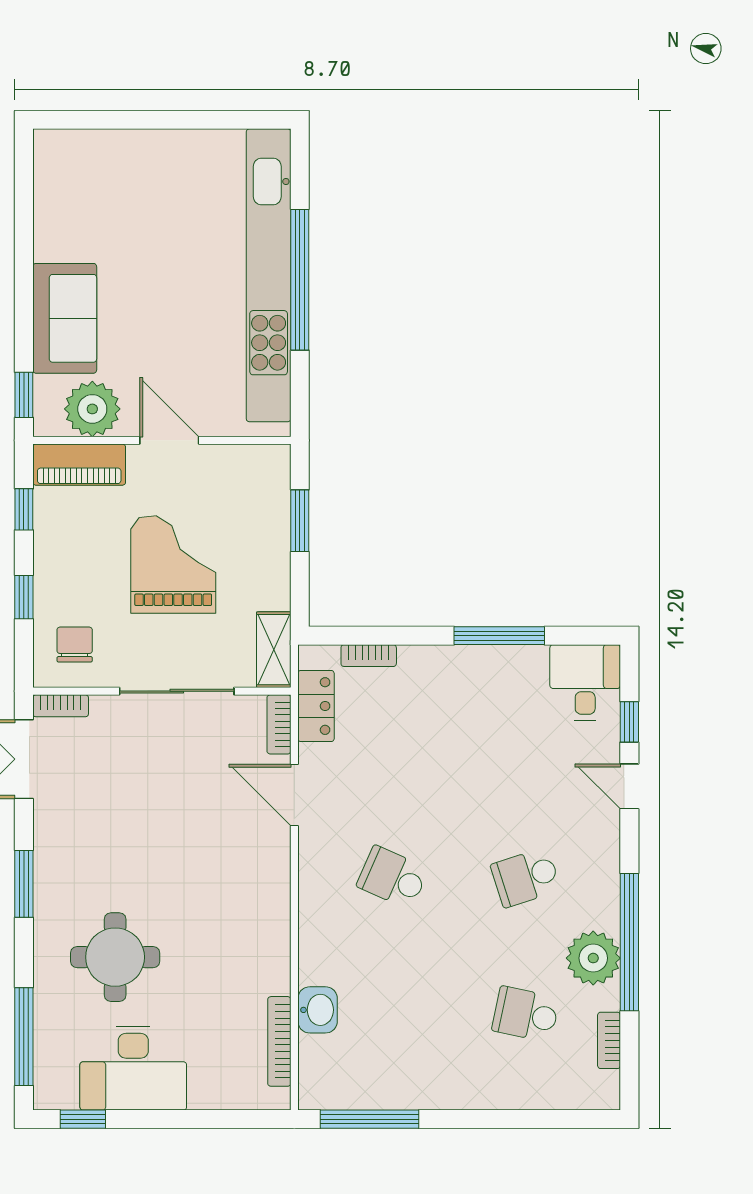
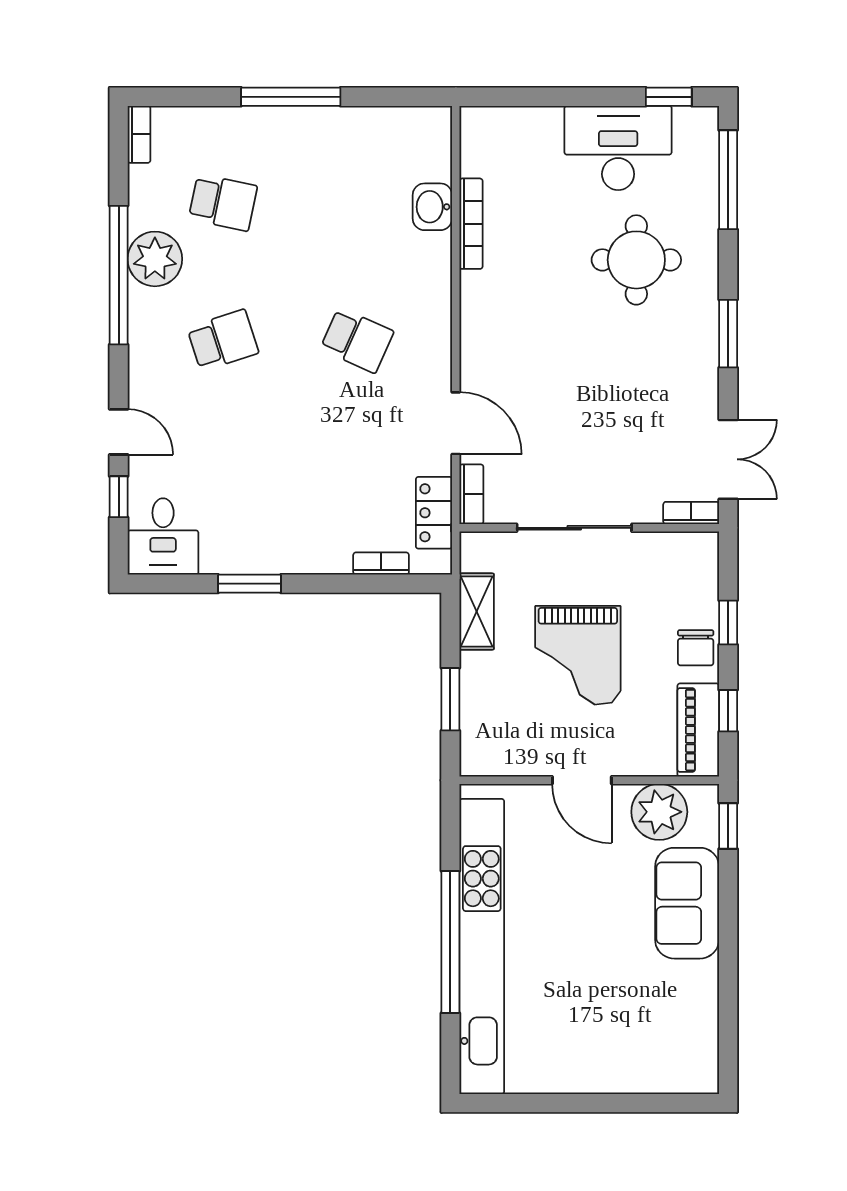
piano: (79, 465) -> (698, 730), moved, turned -90
window: (499, 636) -> (250, 584), width x0.69
chair: (75, 645) -> (696, 648), moved
shelving: (274, 650) -> (477, 612), moved
bookcase: (609, 1040) -> (139, 134), moved
bookcase: (279, 1041) -> (471, 224), moved
window: (370, 1119) -> (291, 97), moved

